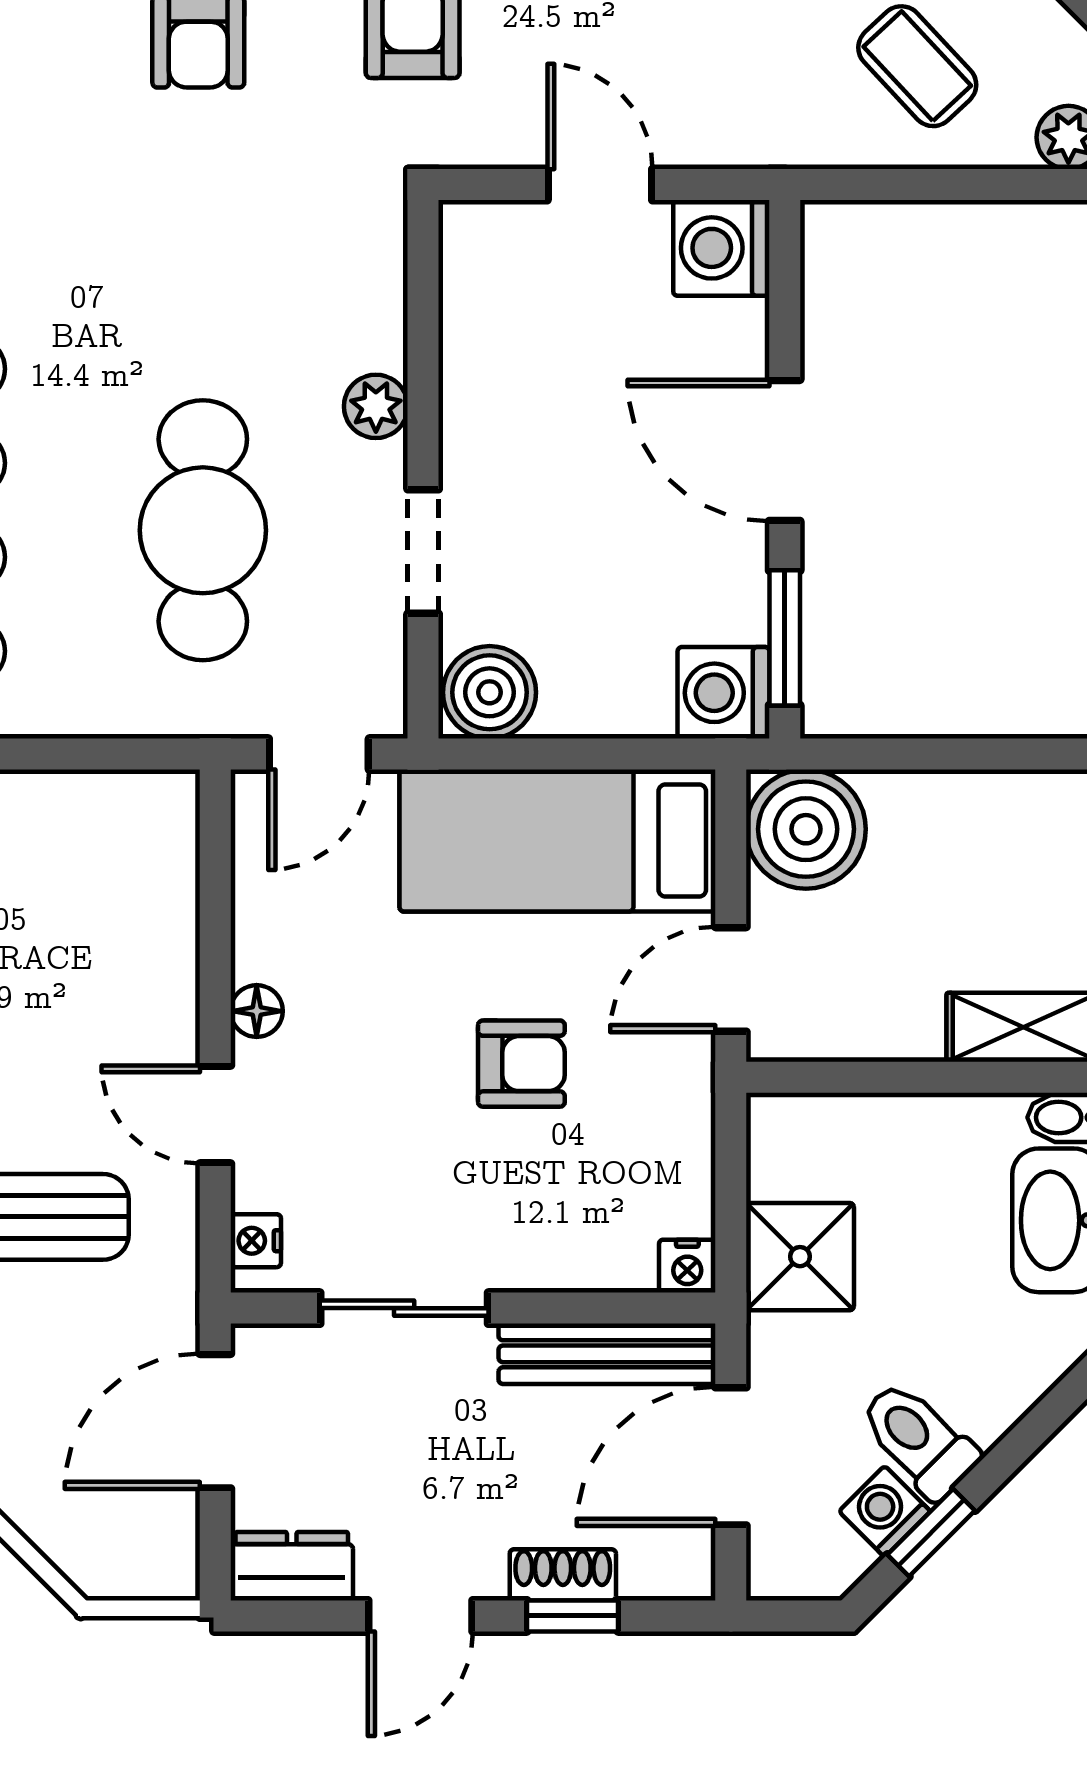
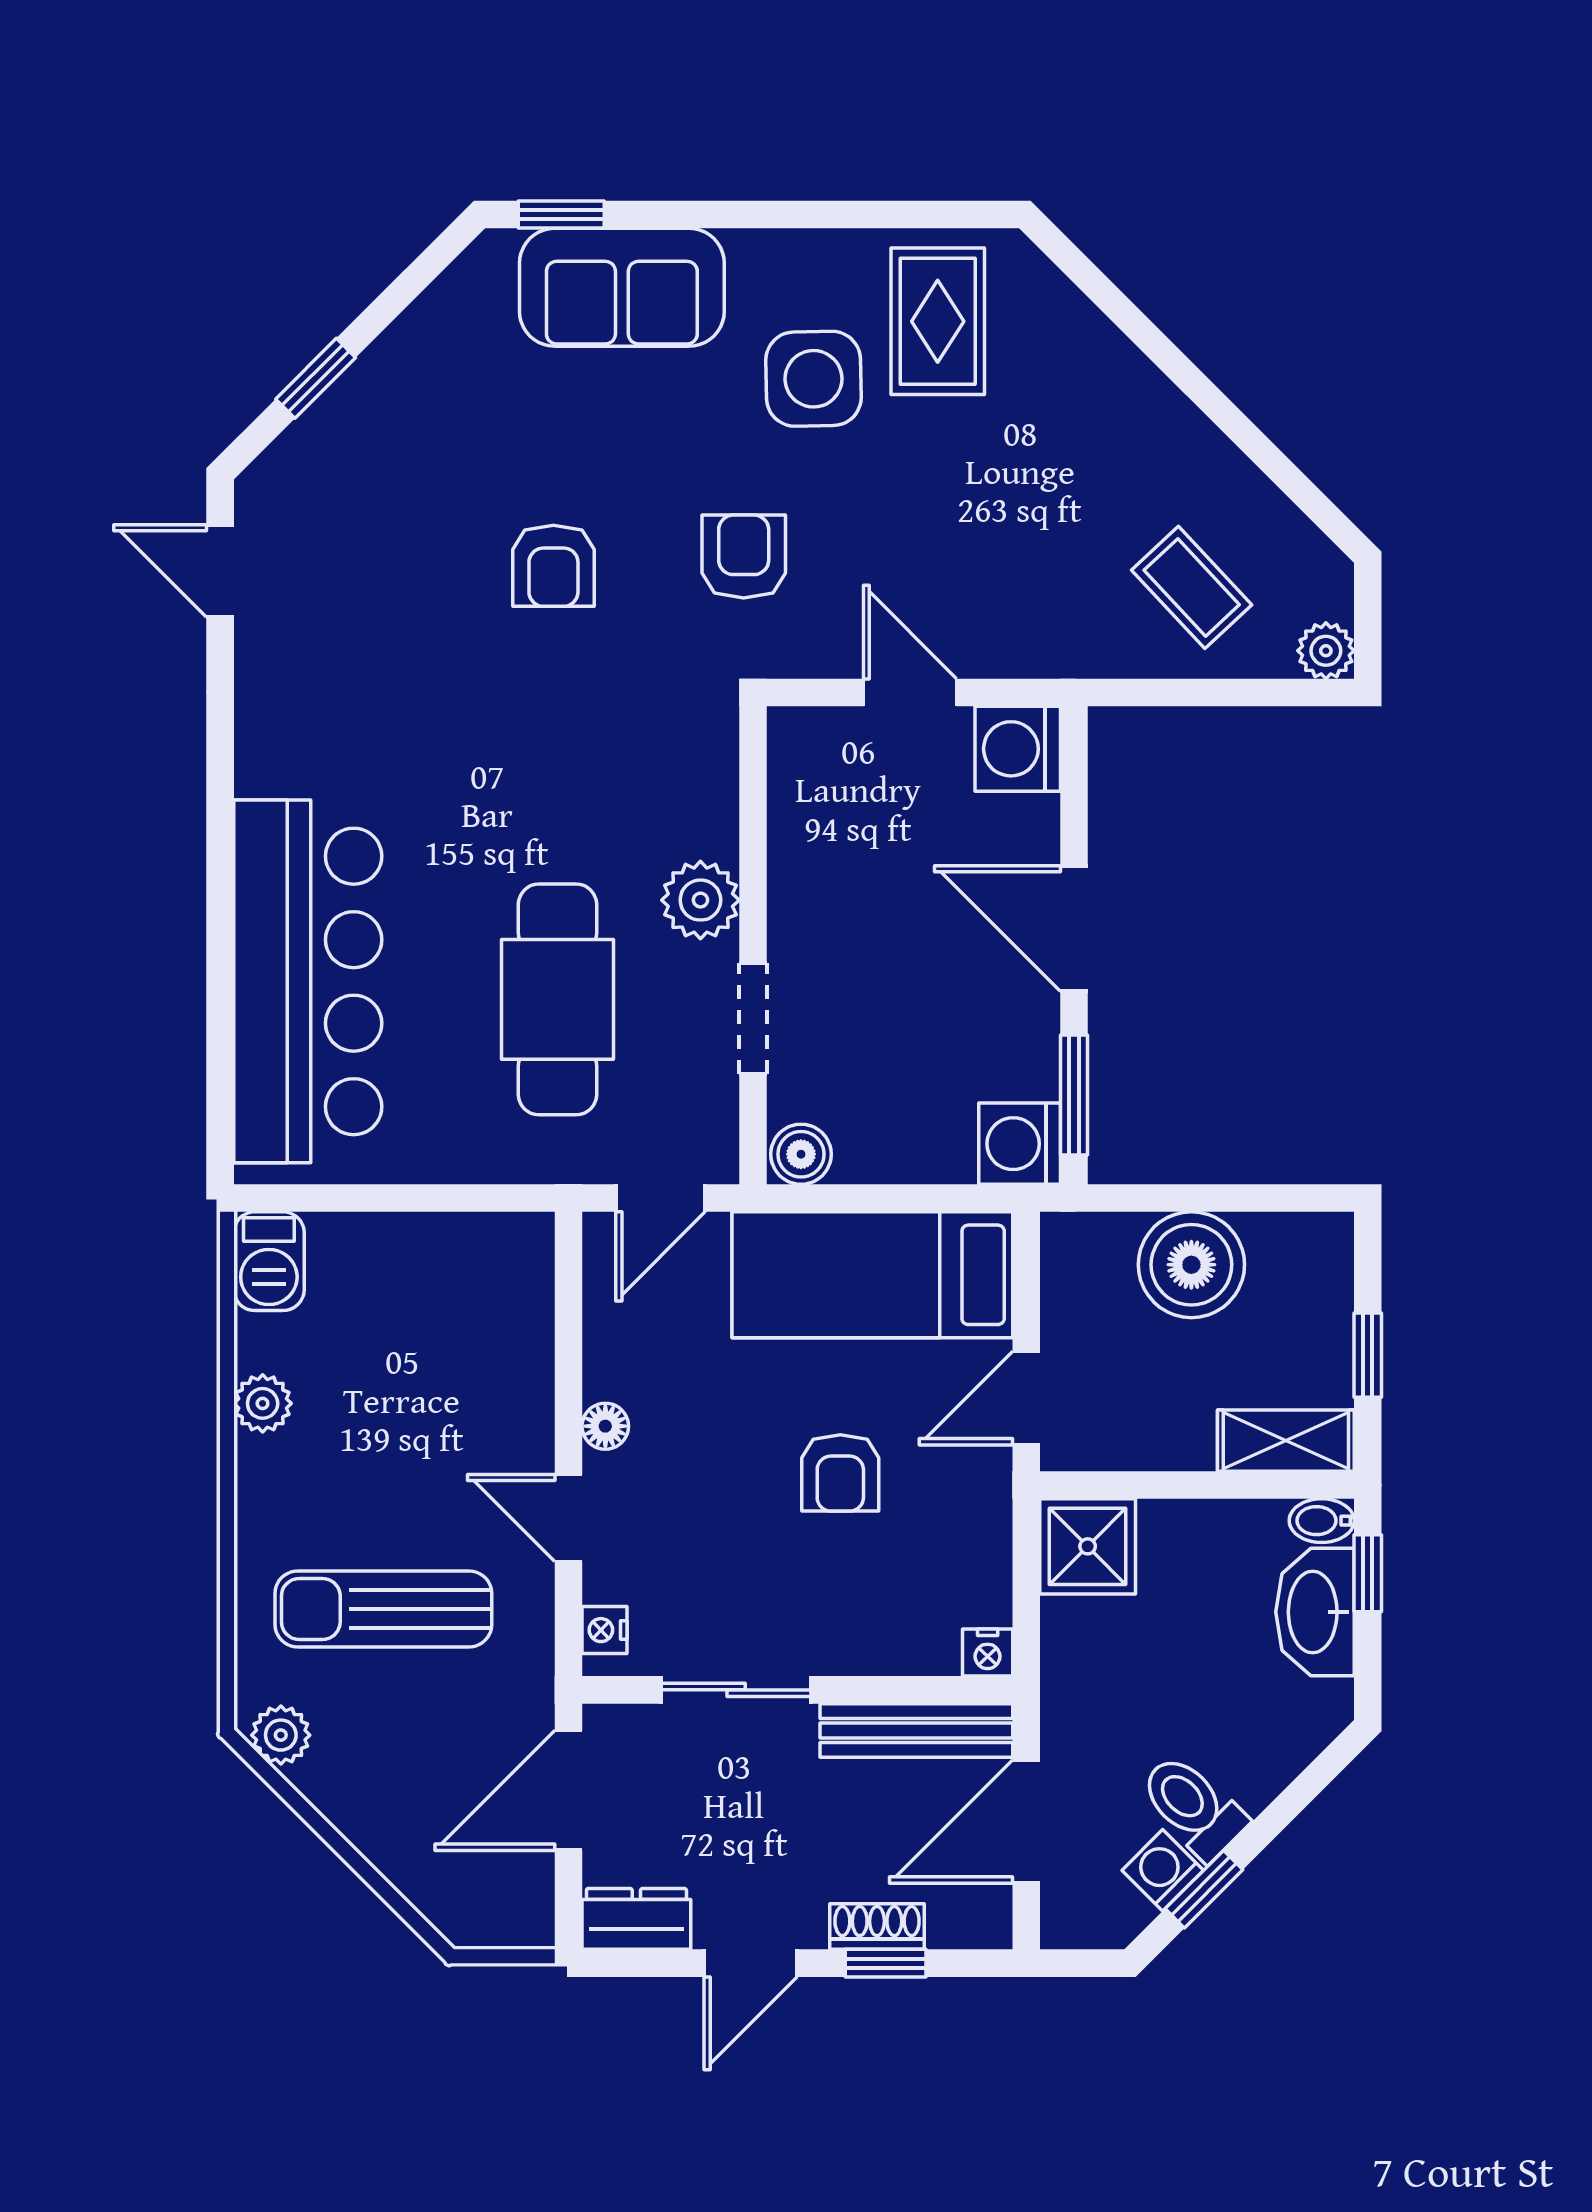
plant: (376, 406) -> (700, 900), width x1.38, depth x1.38
boiler: (490, 692) -> (801, 1154), width x0.73, depth x0.73
boiler: (806, 829) -> (1191, 1265), moved
armchair: (521, 1064) -> (840, 1473), turned 90
shower: (800, 1257) -> (1088, 1546), moved

